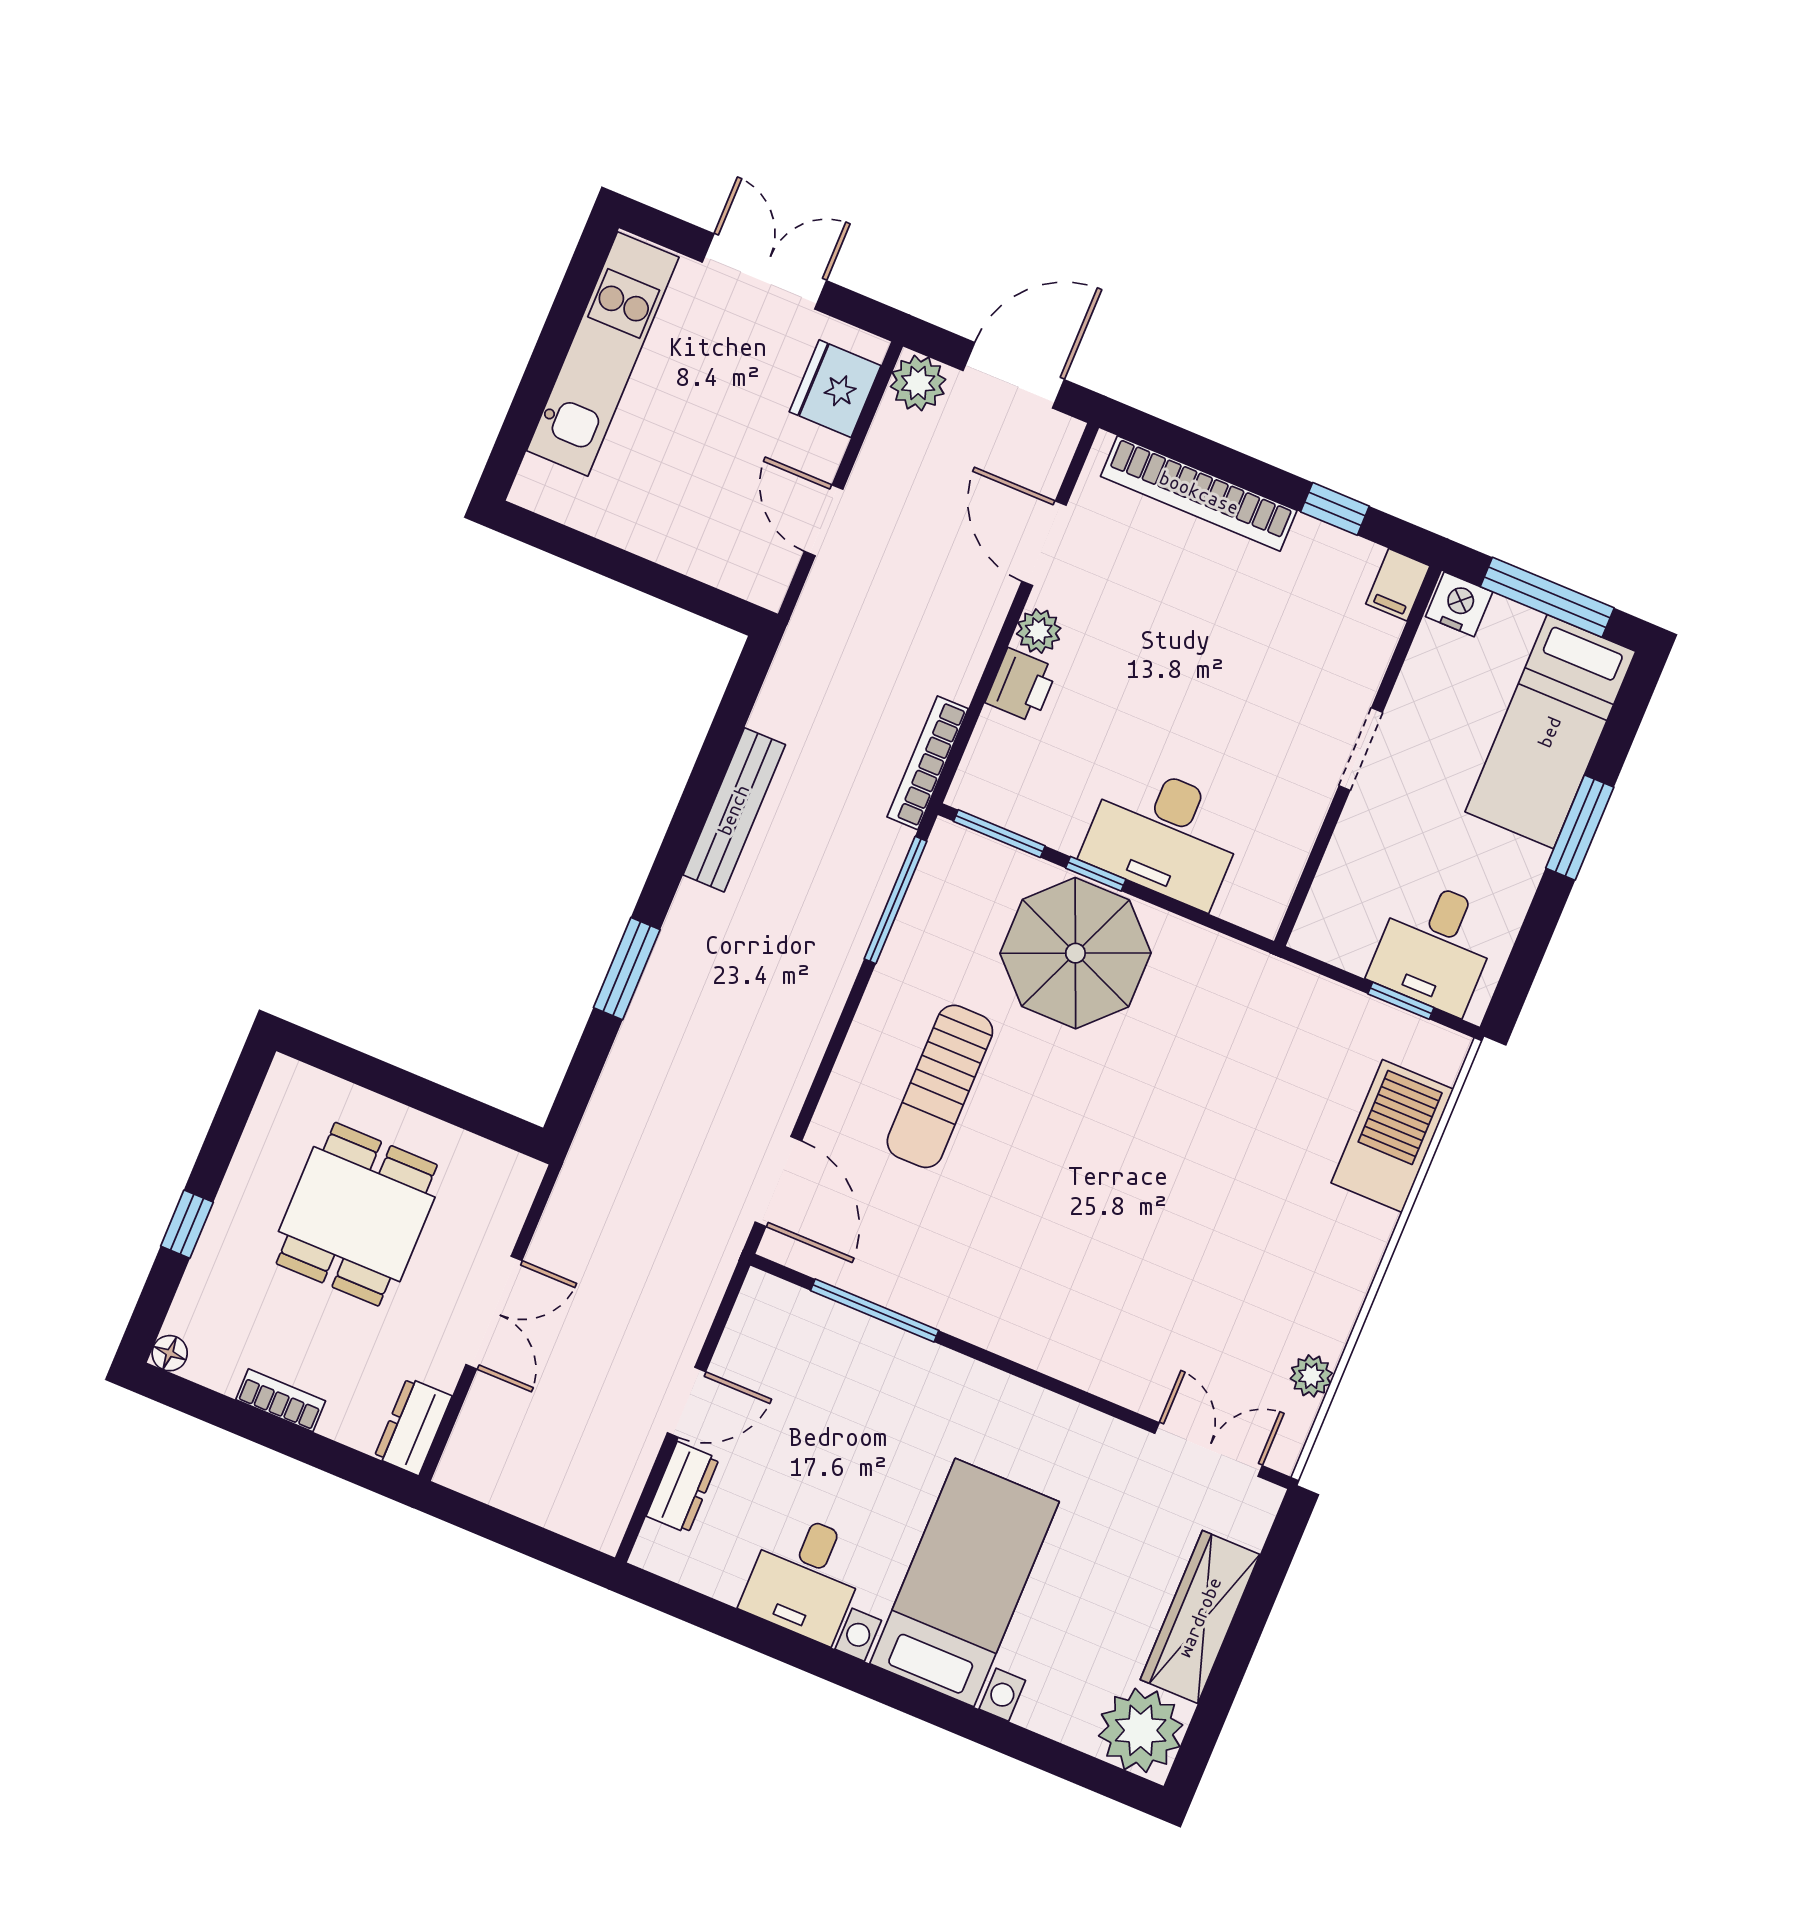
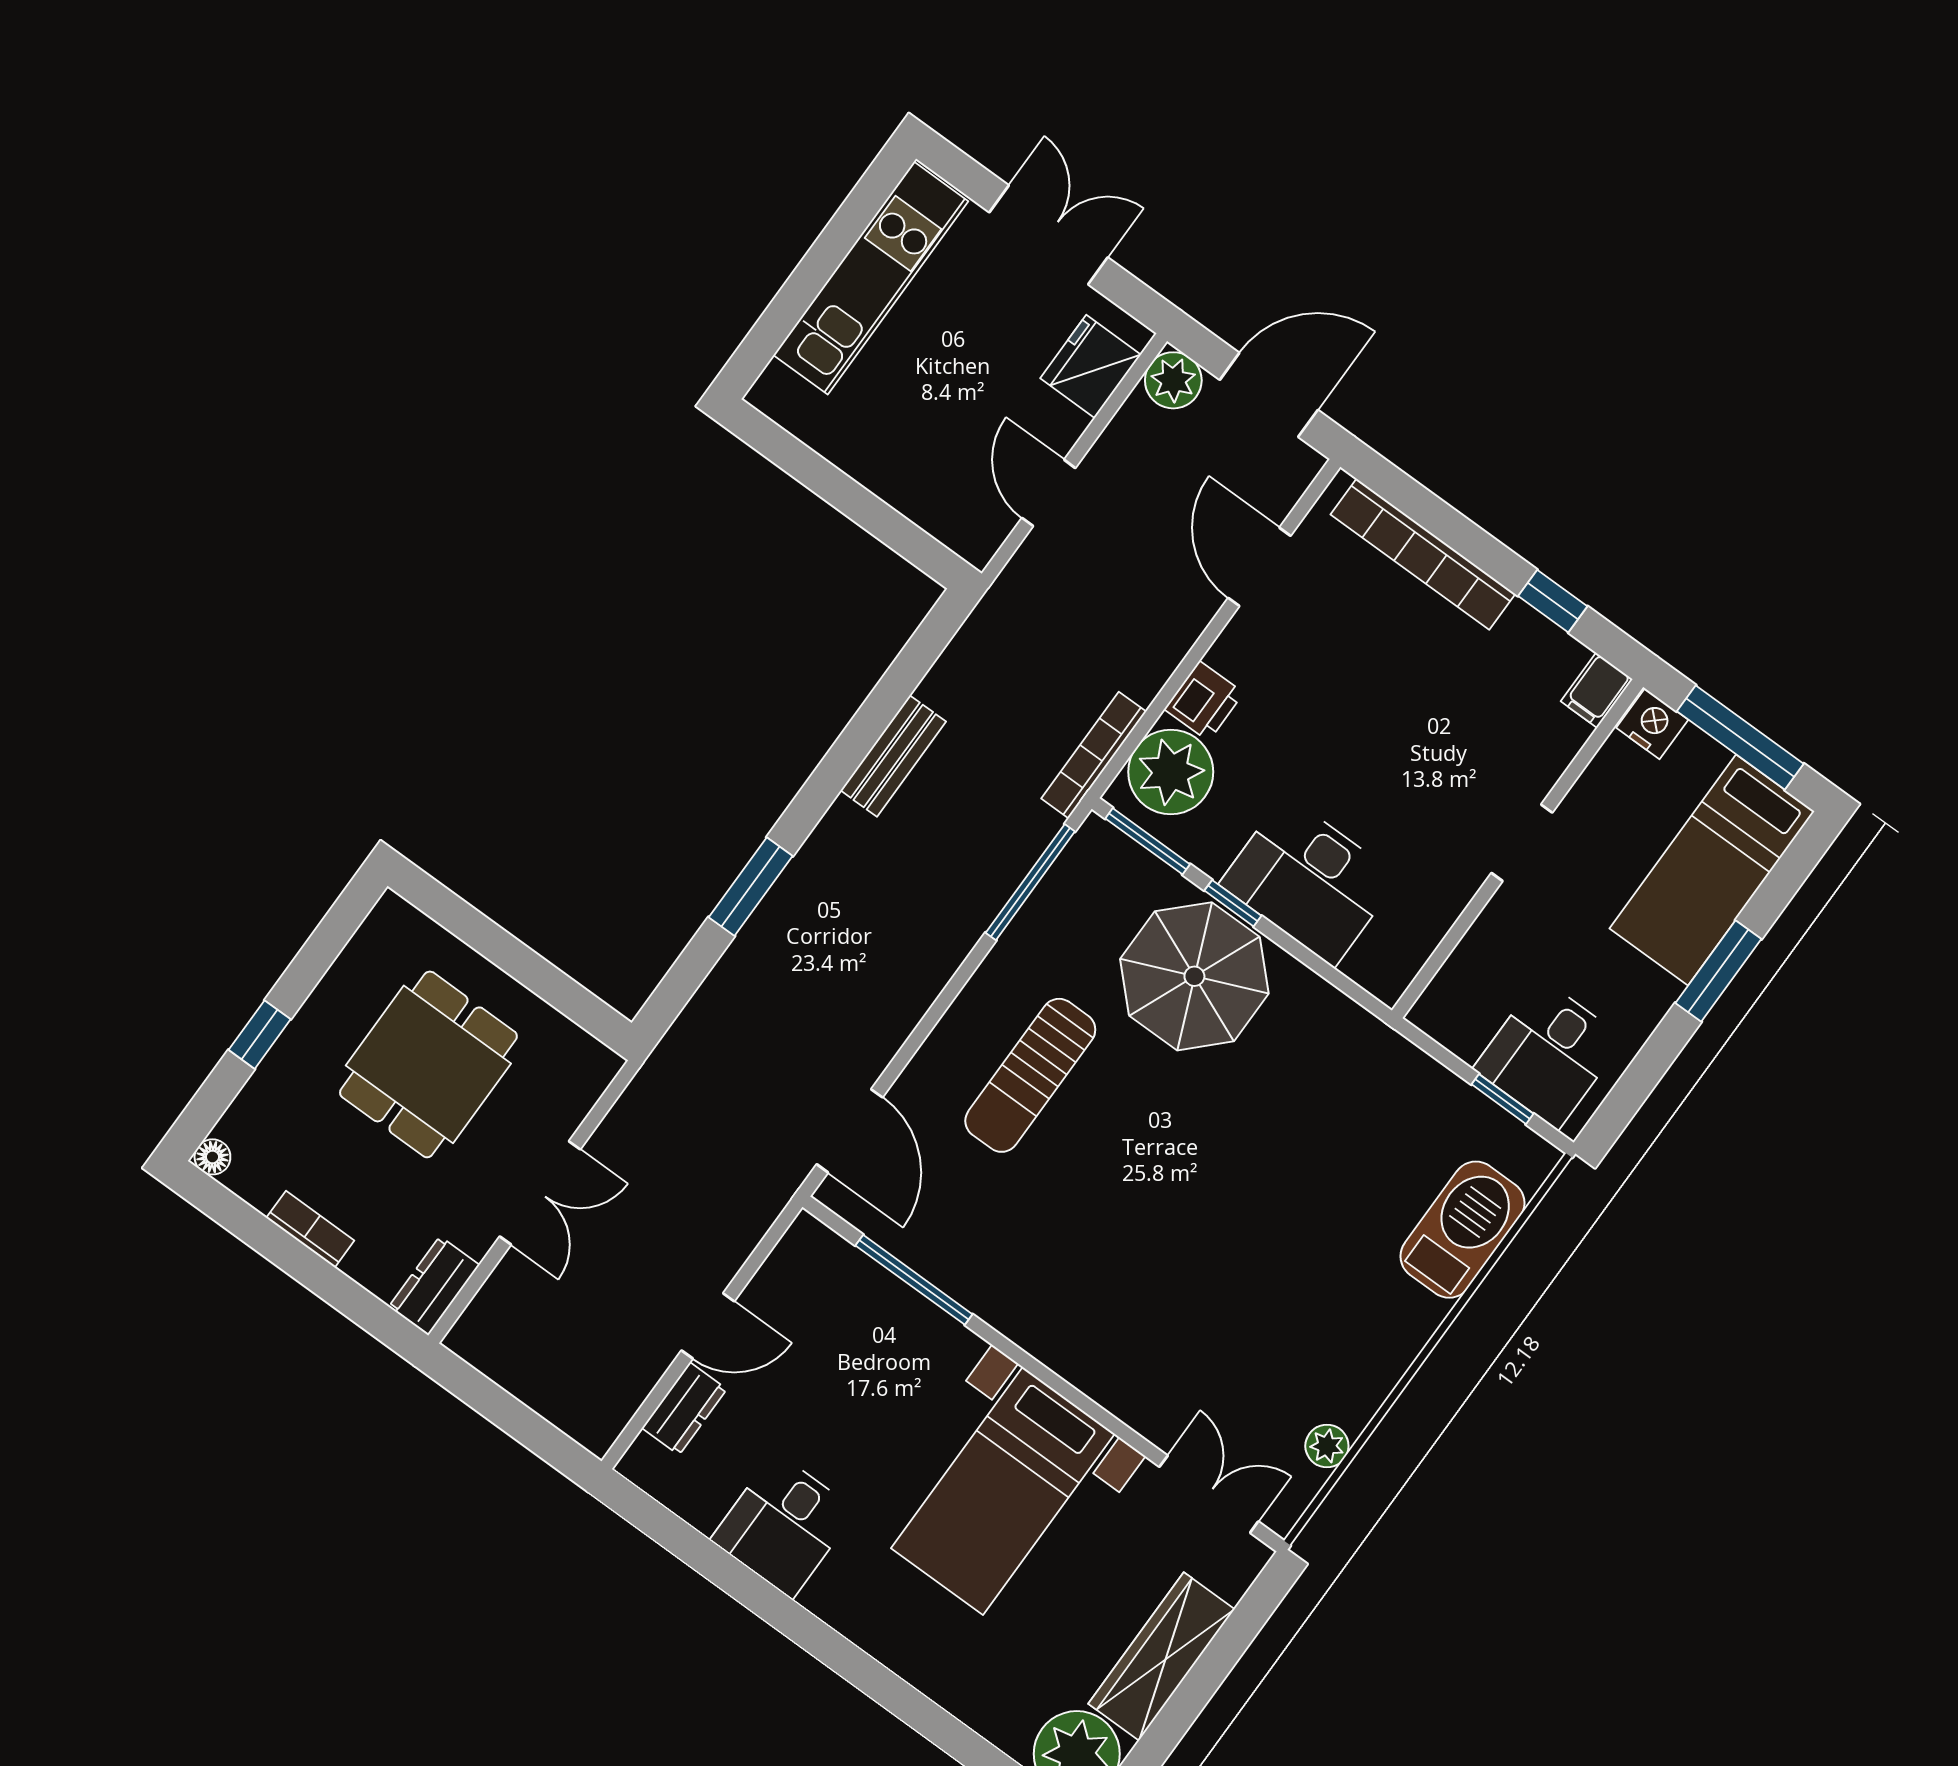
plant: (1039, 631) -> (1171, 772), moved, width x1.87, depth x1.87
bench: (734, 810) -> (893, 756), width x0.73
bed with nightstands: (964, 1583) -> (1003, 1491), moved, turned 180

